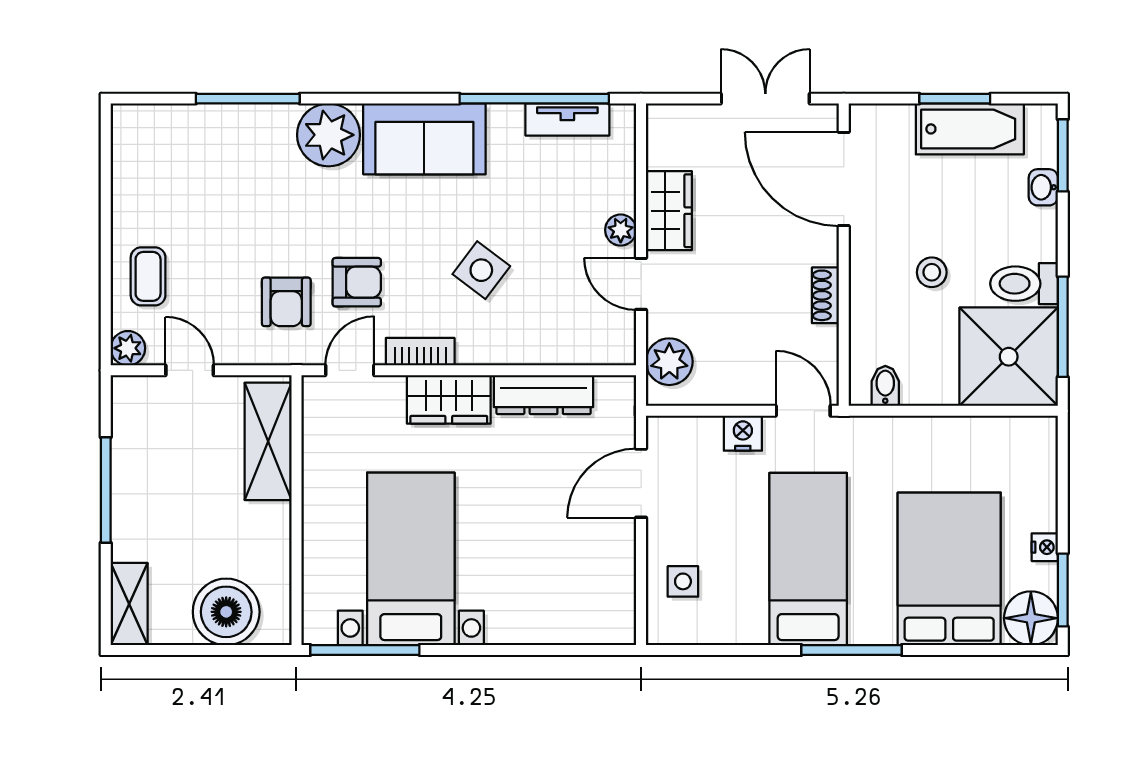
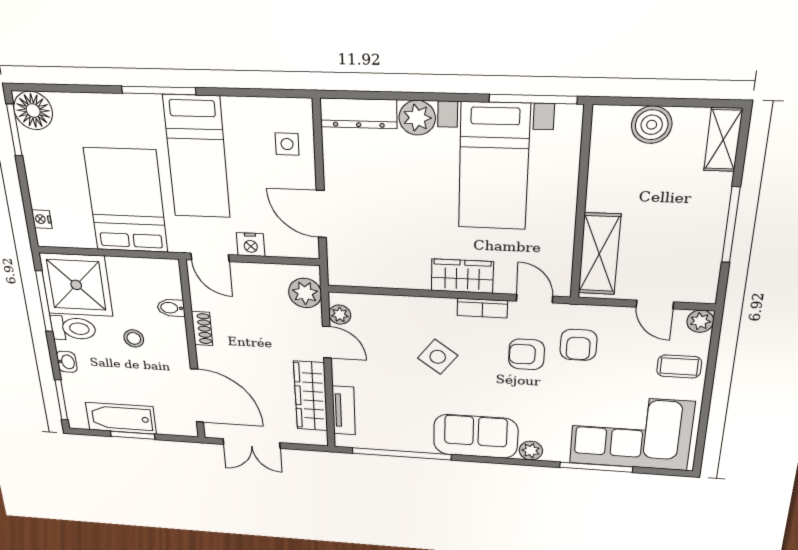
tv unit: (567, 120) -> (344, 410), moved, turned 90
plant: (329, 135) -> (531, 451), width x0.53, depth x0.53
corner sofa: (203, 163) -> (631, 433), added
washbasin: (1043, 187) -> (67, 362), moved
wardrobe: (669, 211) -> (311, 396), width x1.50
plant: (621, 230) -> (340, 315), moved
coffee table: (148, 276) -> (679, 366), turned 90
armchair: (286, 302) -> (578, 345), turned 180
door: (350, 370) -> (534, 299), swing flipped
bidet: (885, 386) -> (171, 308), moved, turned 90
dresser: (544, 395) -> (358, 113), moved, turned 180
door: (641, 483) -> (321, 214), swing flipped
nightstand: (1045, 547) -> (42, 219), moved
bed: (949, 569) -> (126, 201), moved, turned 180
boiler: (226, 612) -> (652, 125), width x0.73, depth x0.73
plant: (510, 622) -> (417, 118), added

